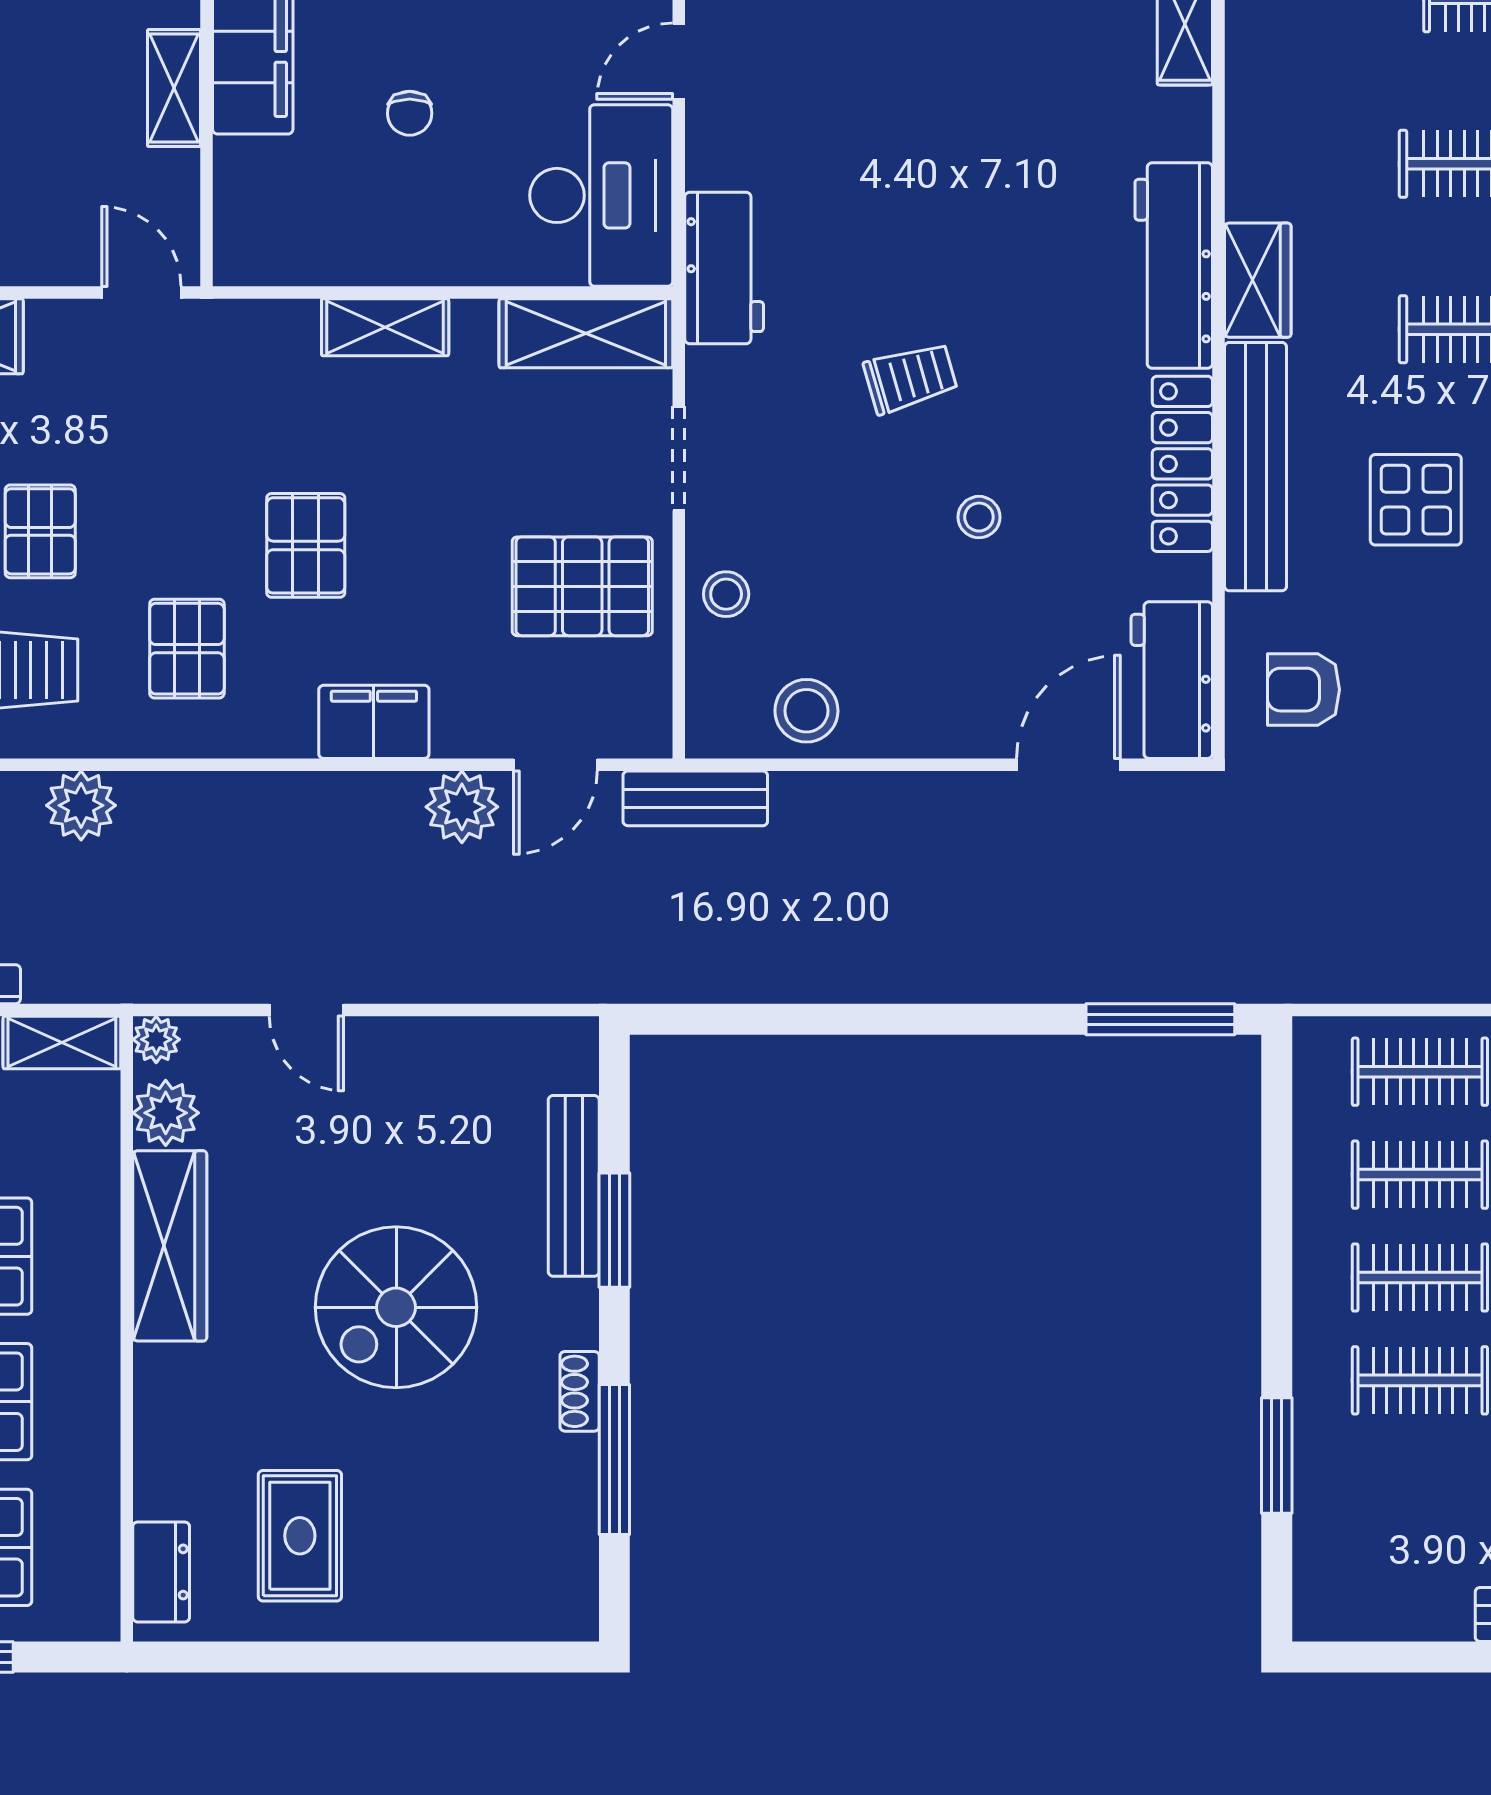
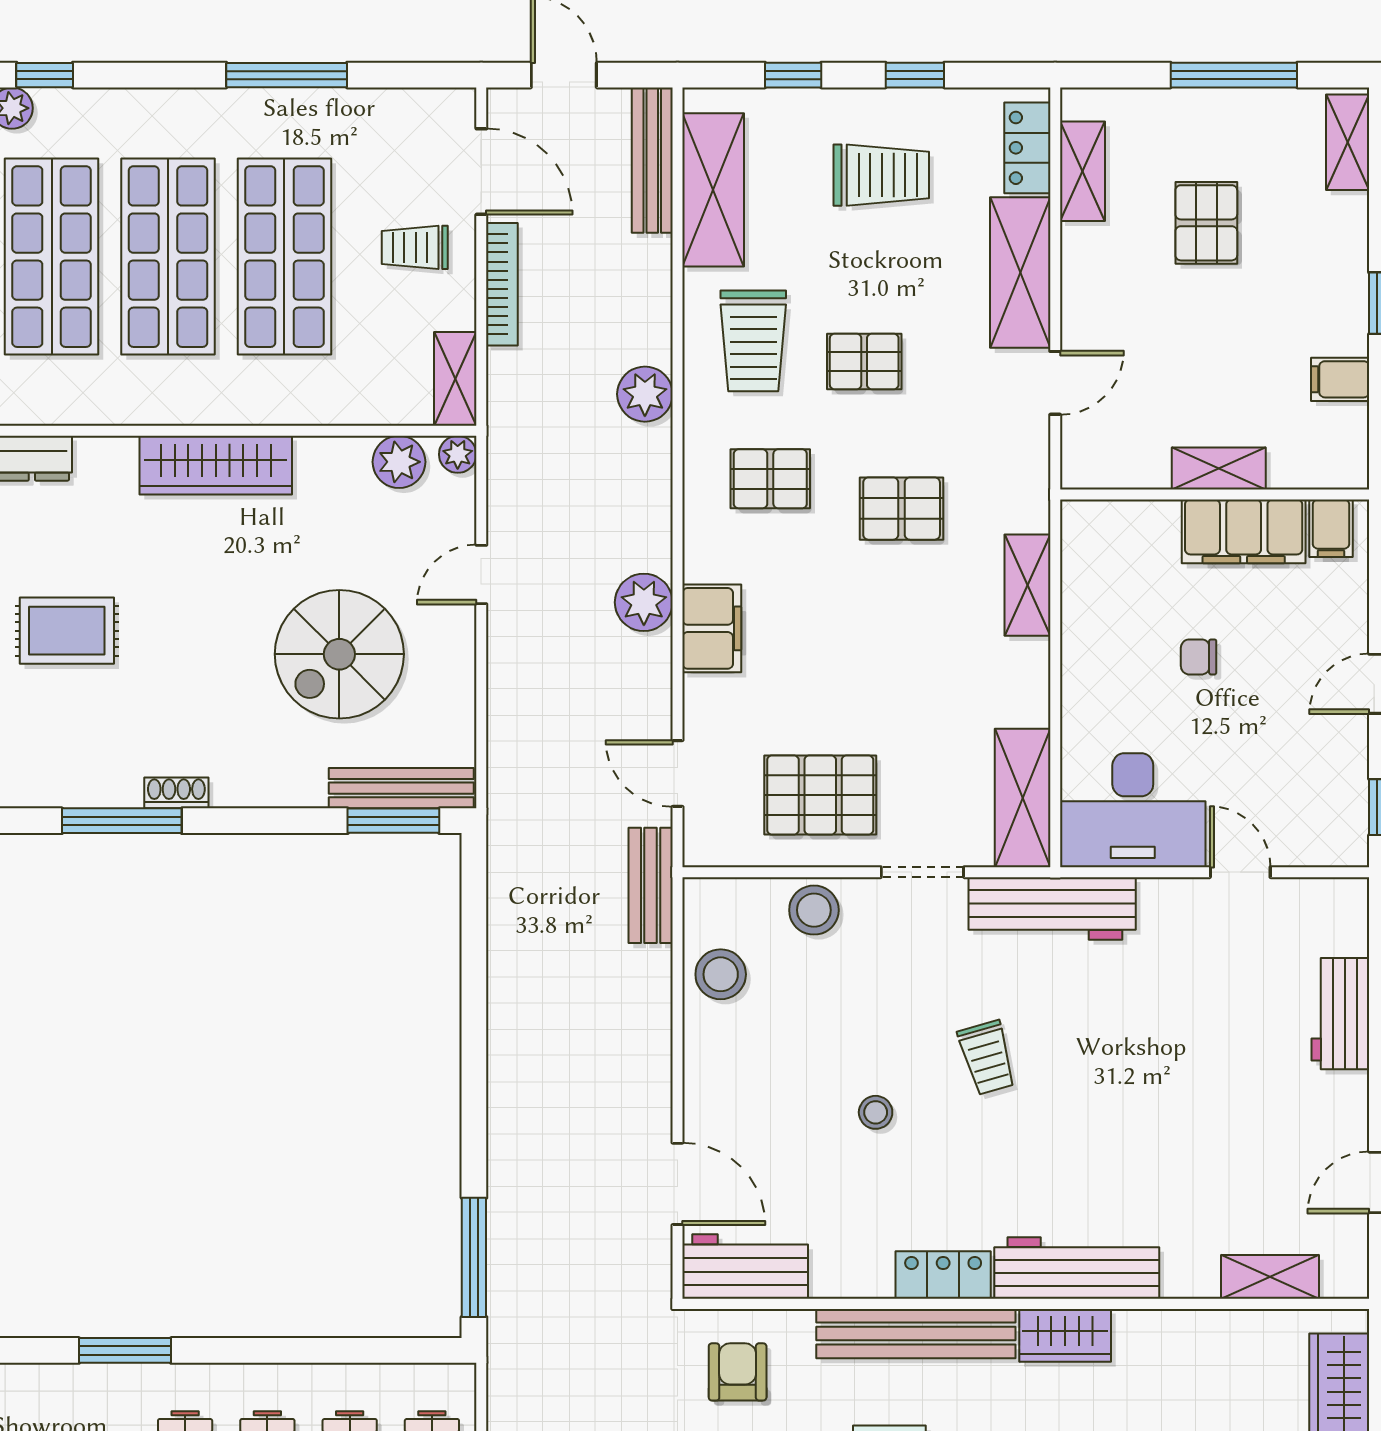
workbench: (724, 268) -> (1052, 908), width x1.38
door: (141, 292) -> (1055, 383), moved
shelving: (385, 327) -> (1027, 585), moved
locker: (1182, 464) -> (943, 1275), width x0.66
pallet: (306, 545) -> (902, 509), moved
pallet: (582, 586) -> (820, 795), turned 90
stool: (726, 594) -> (814, 910), width x1.37, depth x1.37
plant: (462, 807) -> (644, 602), moved
bench: (574, 1186) -> (401, 788), moved
window: (614, 1230) -> (393, 821), moved
wardrobe: (170, 1246) -> (216, 465), moved
spiral stairs: (396, 1307) -> (339, 654), moved, turned -90
rug: (300, 1536) -> (67, 631), moved

